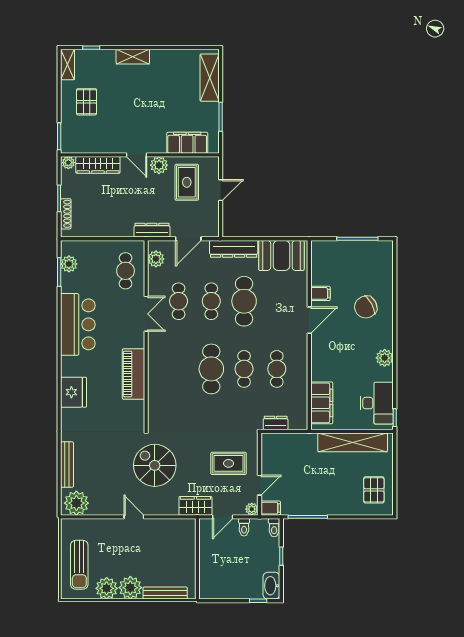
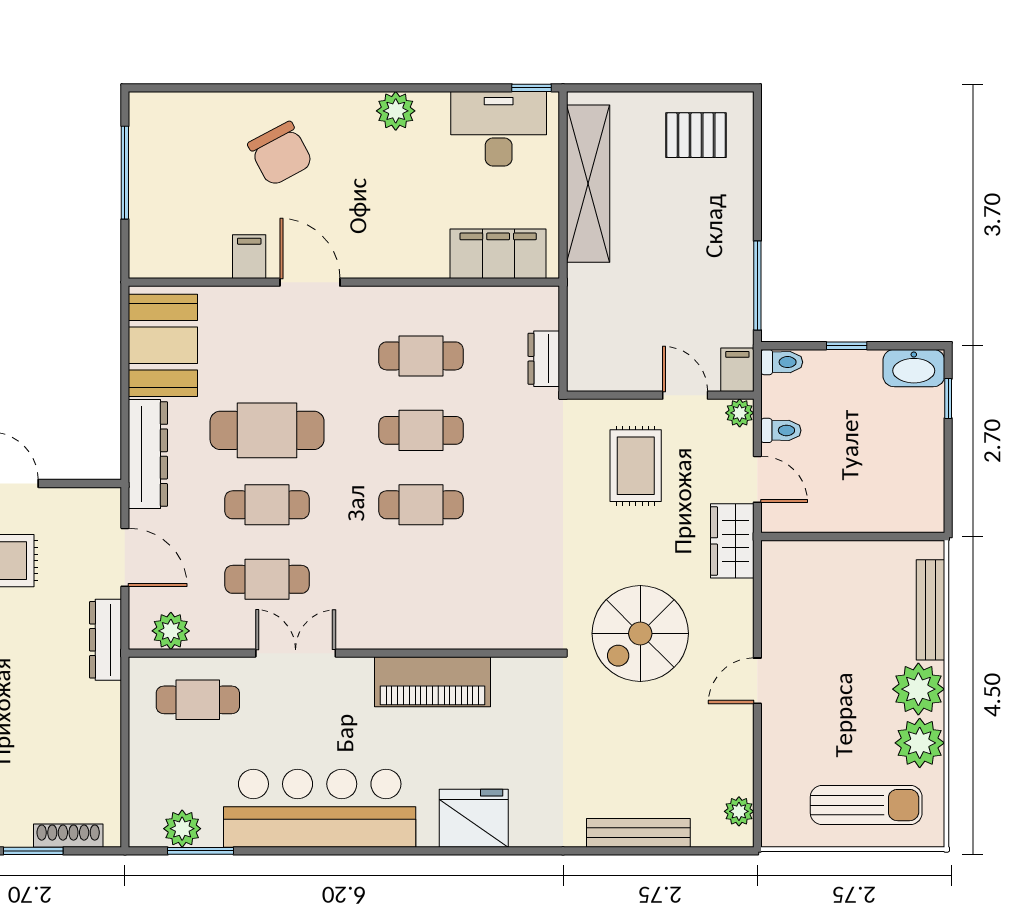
bar counter: (78, 324) -> (320, 808), width x1.36
cafe table: (211, 369) -> (421, 505), width x0.73, depth x0.74
plant: (76, 503) -> (739, 811), width x0.53, depth x0.53

